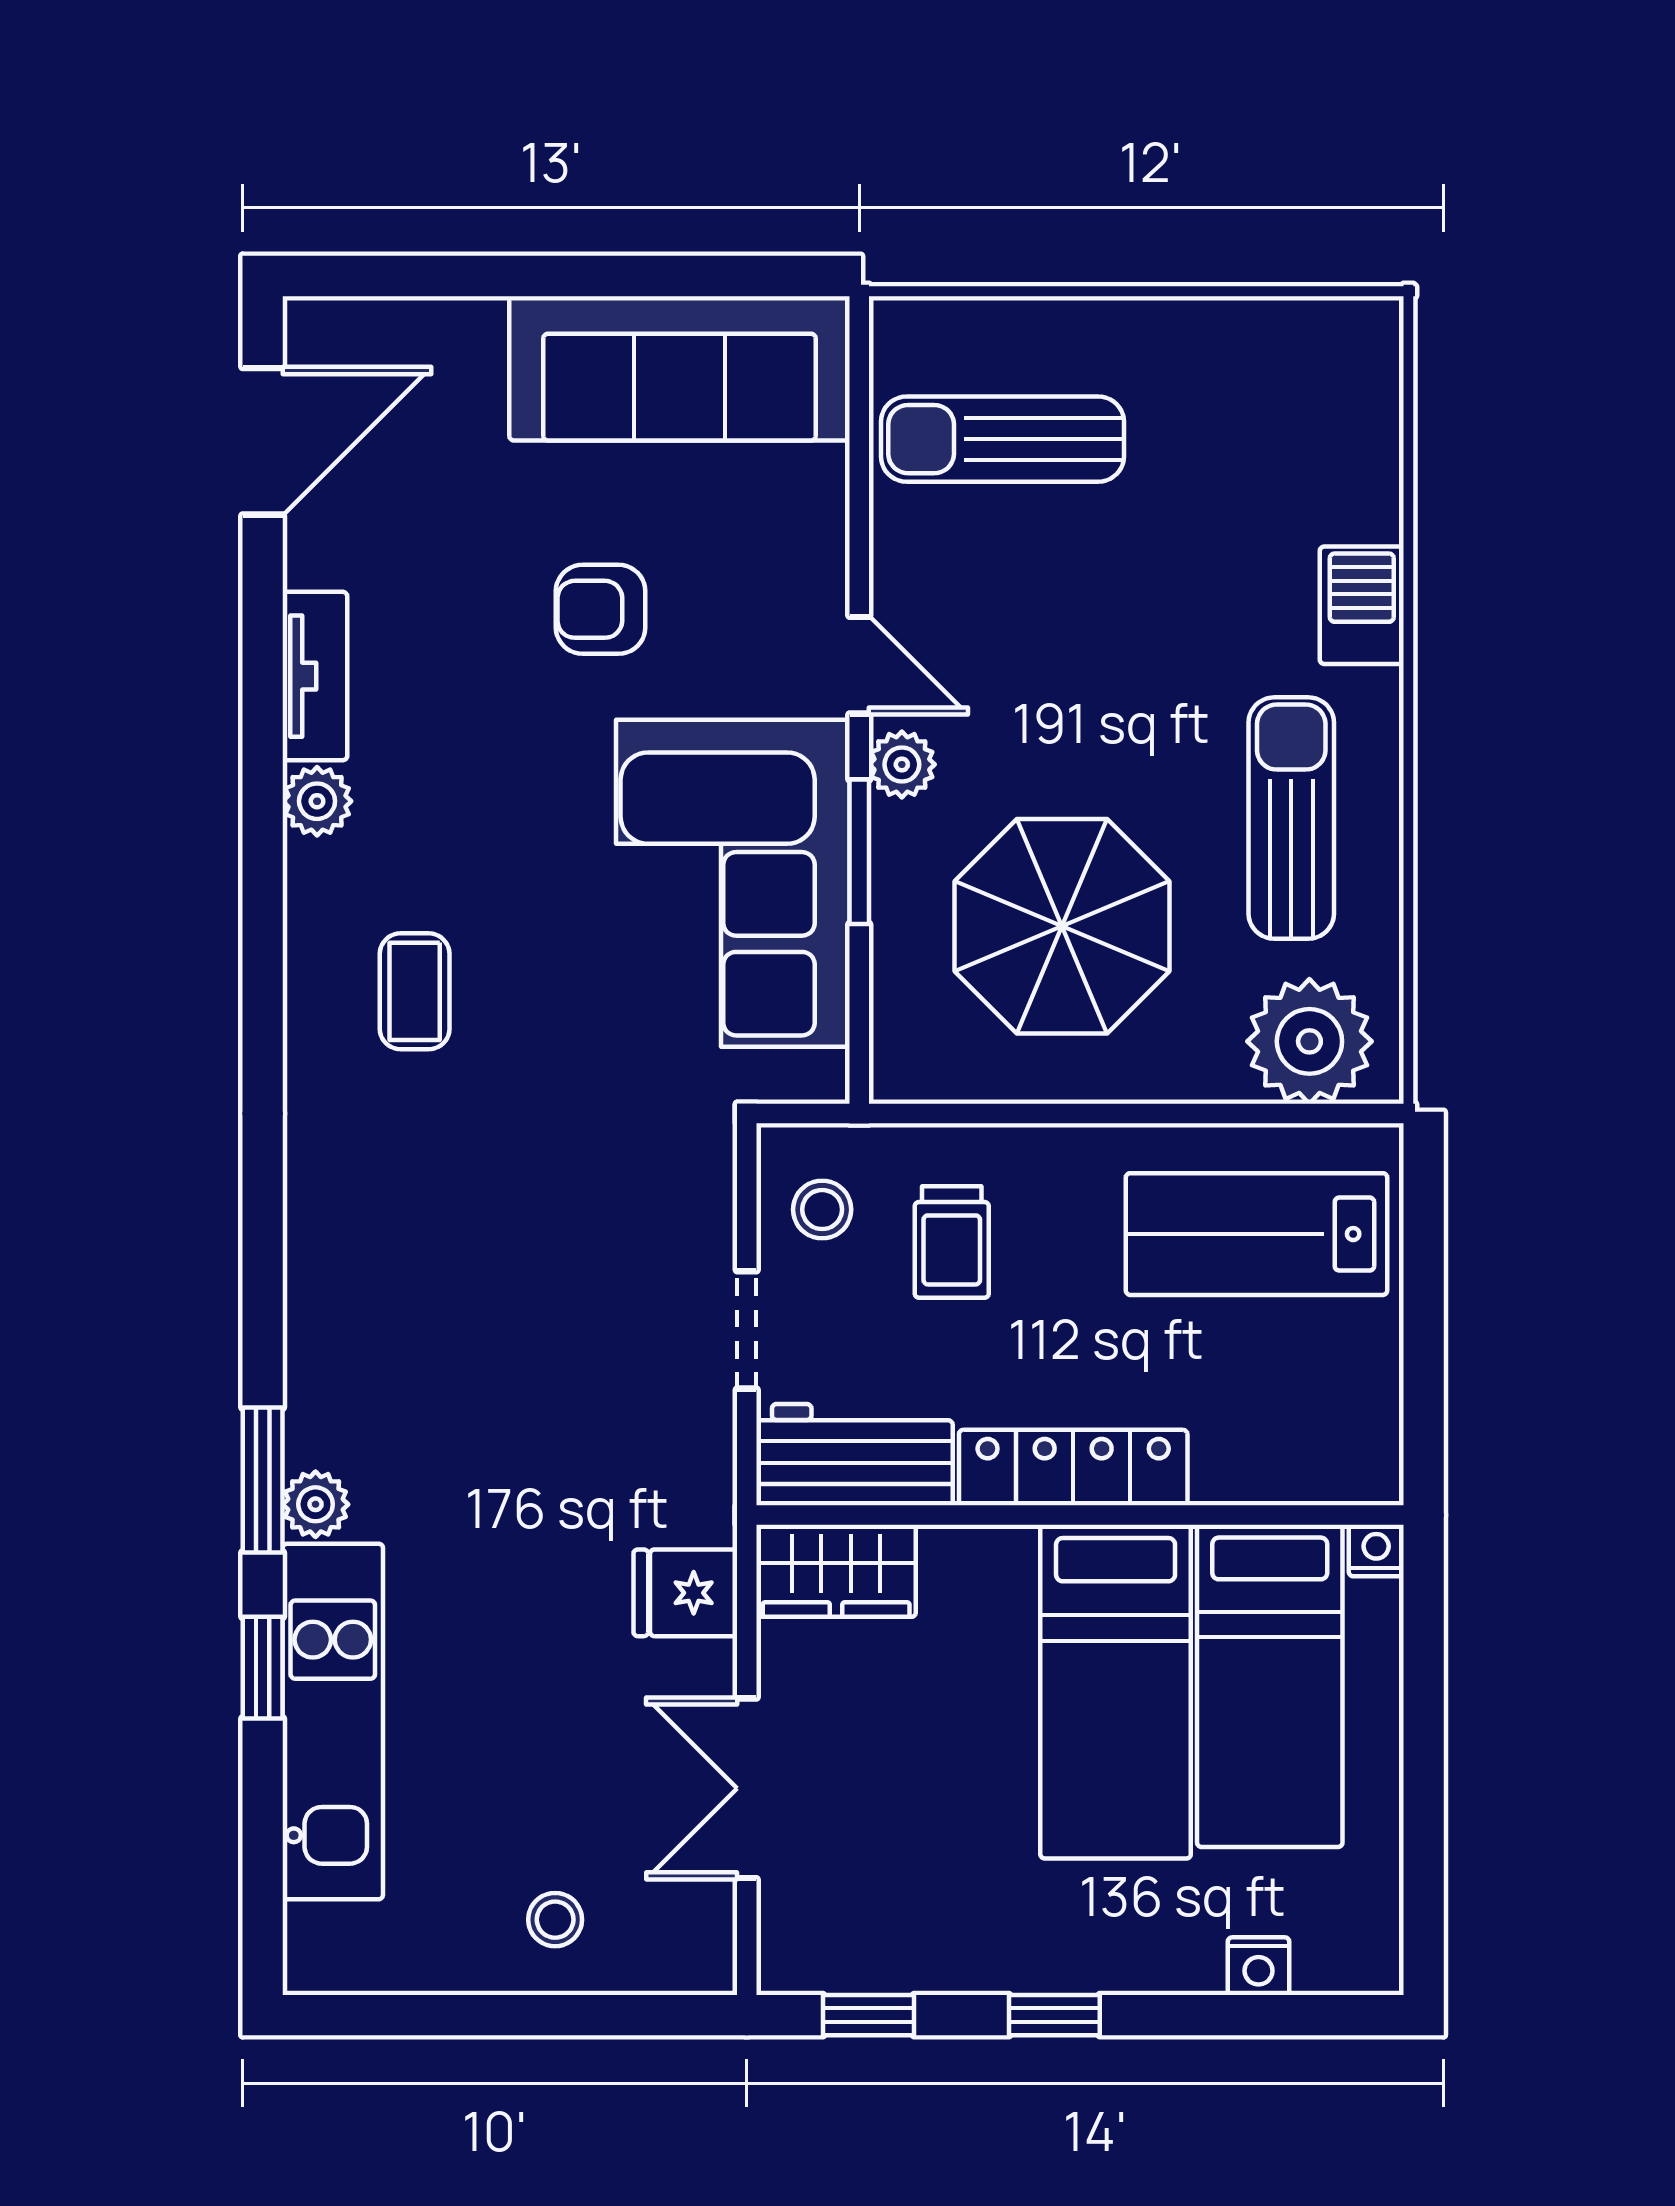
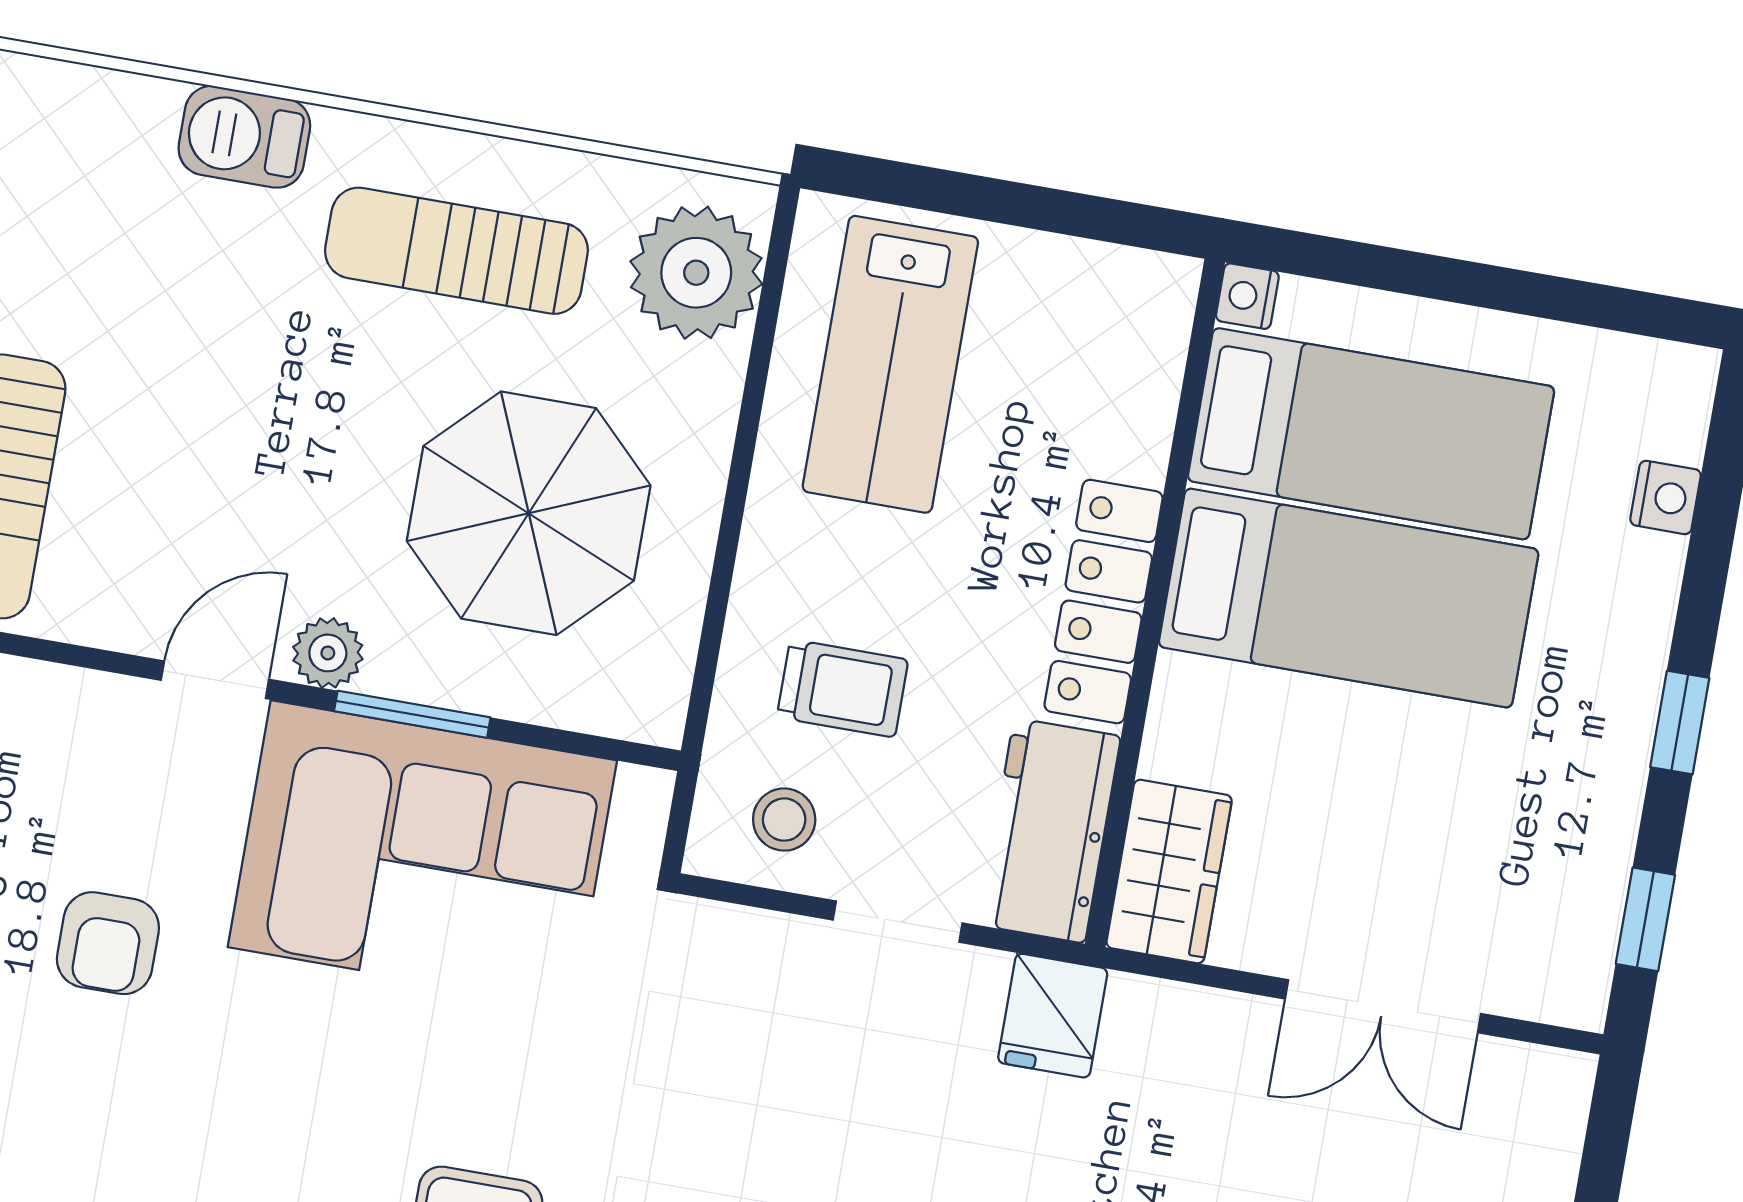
fridge: (685, 1593) -> (1053, 1016), moved

